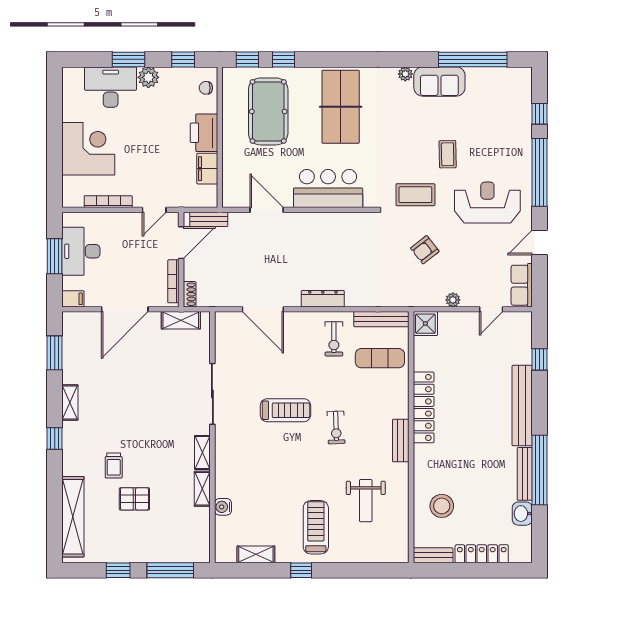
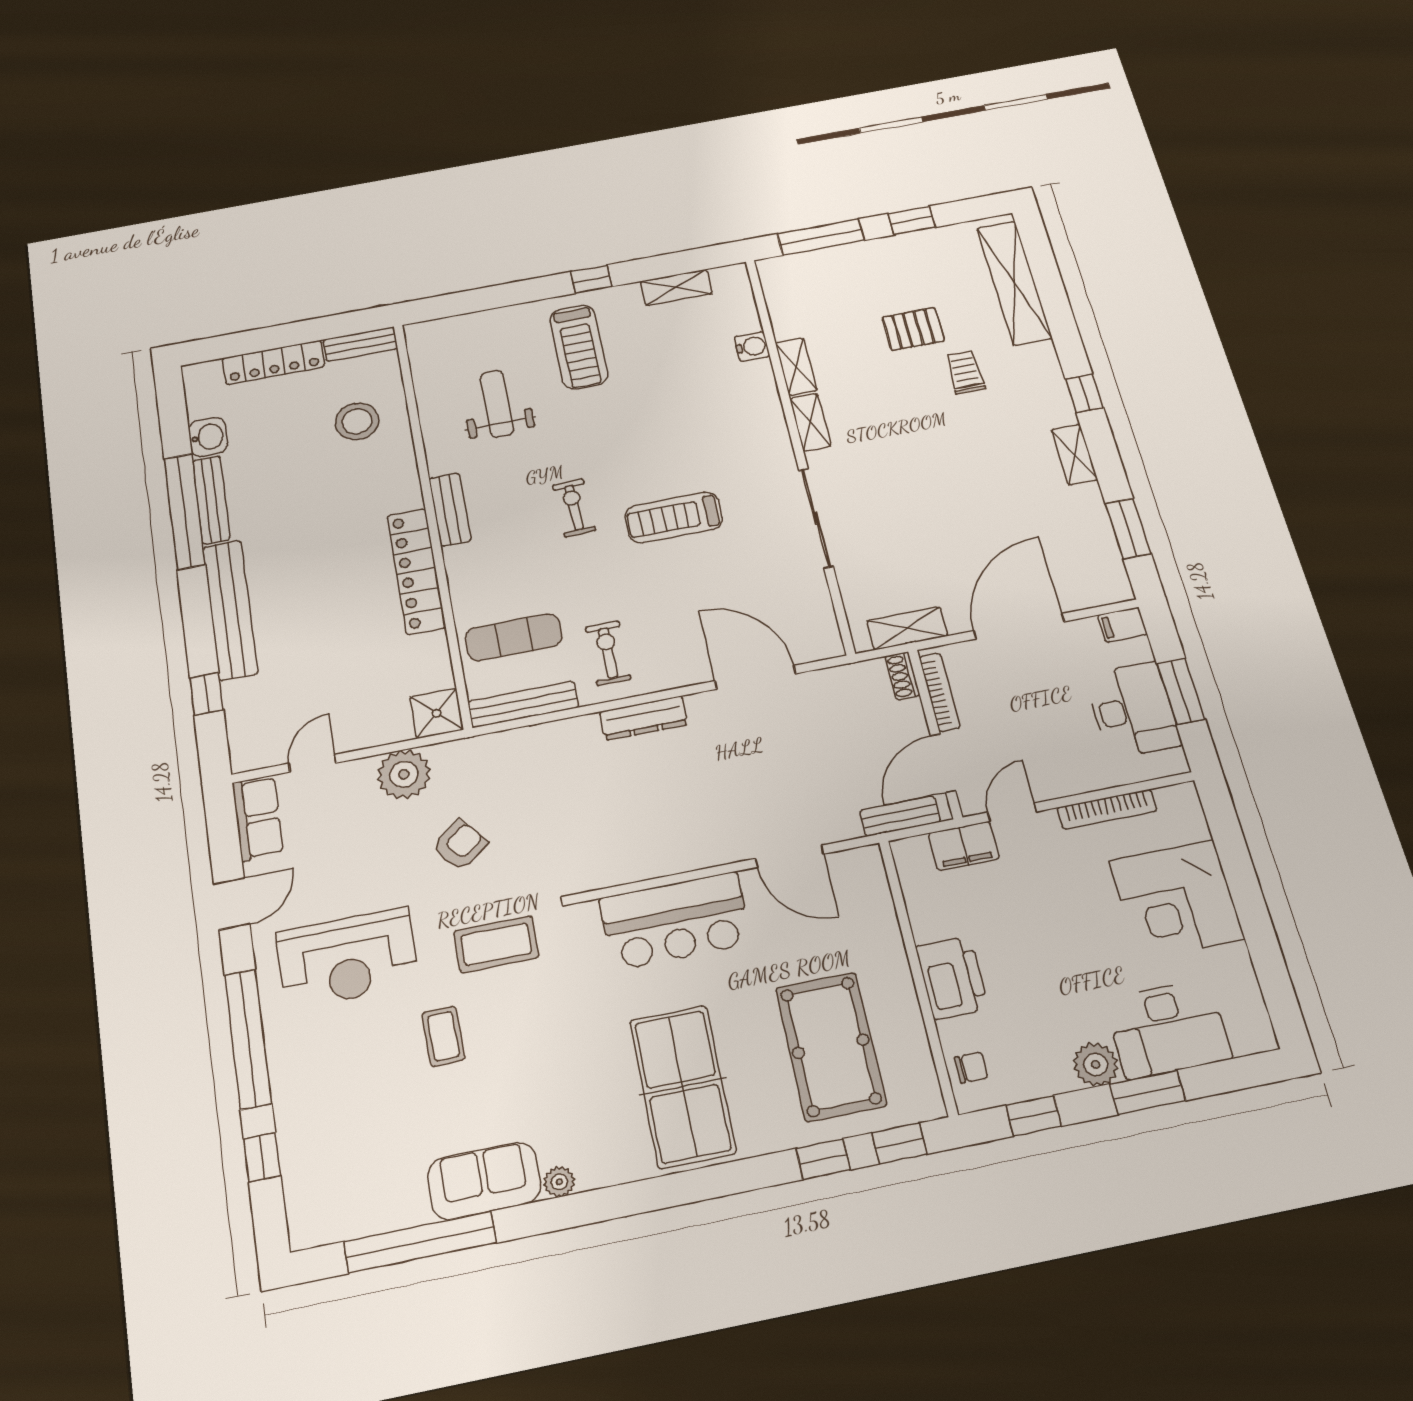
filing cabinet: (207, 169) -> (964, 846), moved, turned 90
plant: (453, 300) -> (404, 774), width x1.88, depth x1.88

